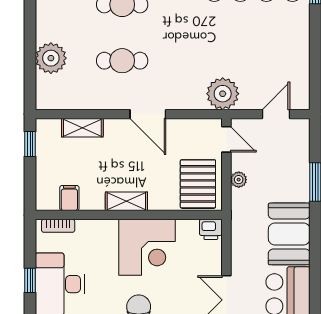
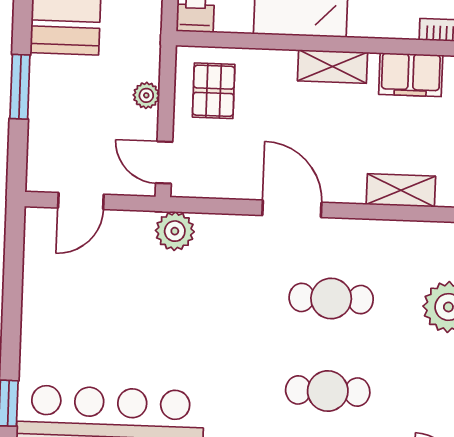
plant: (223, 94) -> (175, 231), width x0.73, depth x0.73
pallet: (198, 184) -> (214, 91), width x0.67, depth x0.71
filing cabinet: (69, 198) -> (411, 75), width x2.00

